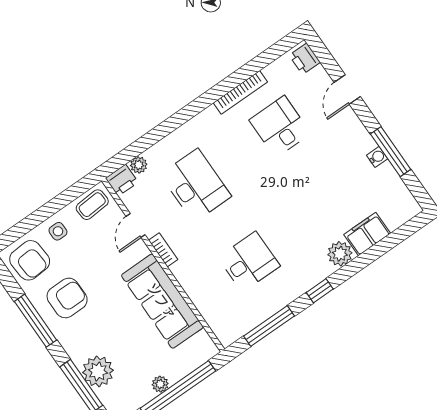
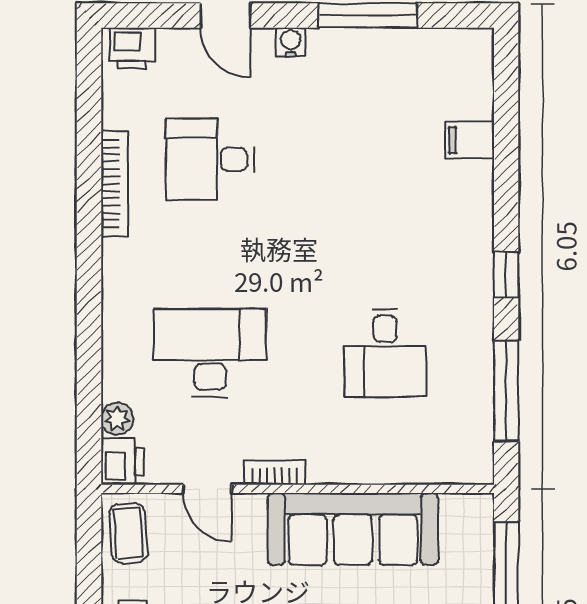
water cooler: (377, 157) -> (291, 42), moved
filing cabinet: (367, 234) -> (470, 140), width x0.50
plant: (340, 254) -> (471, 204), removed
desk: (249, 262) -> (385, 353), turned 180

